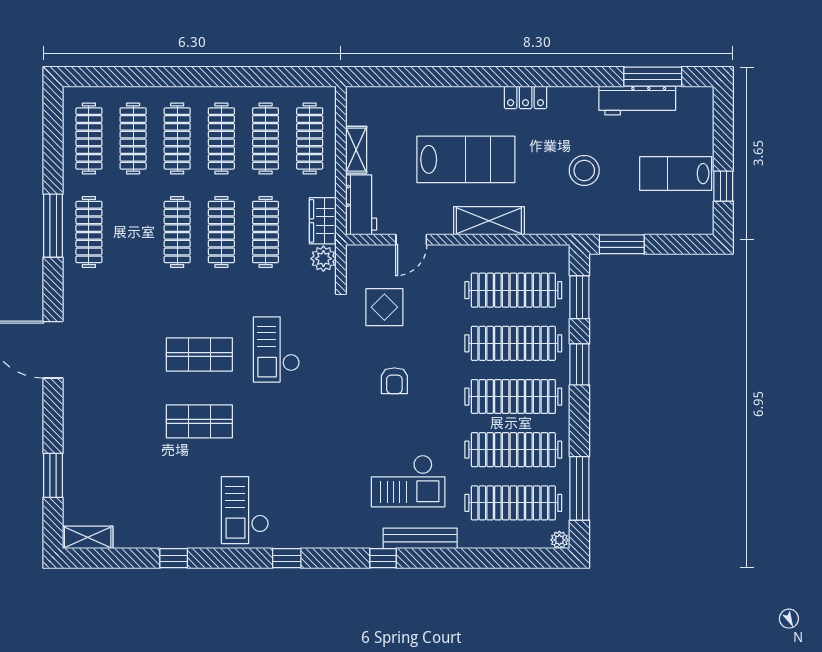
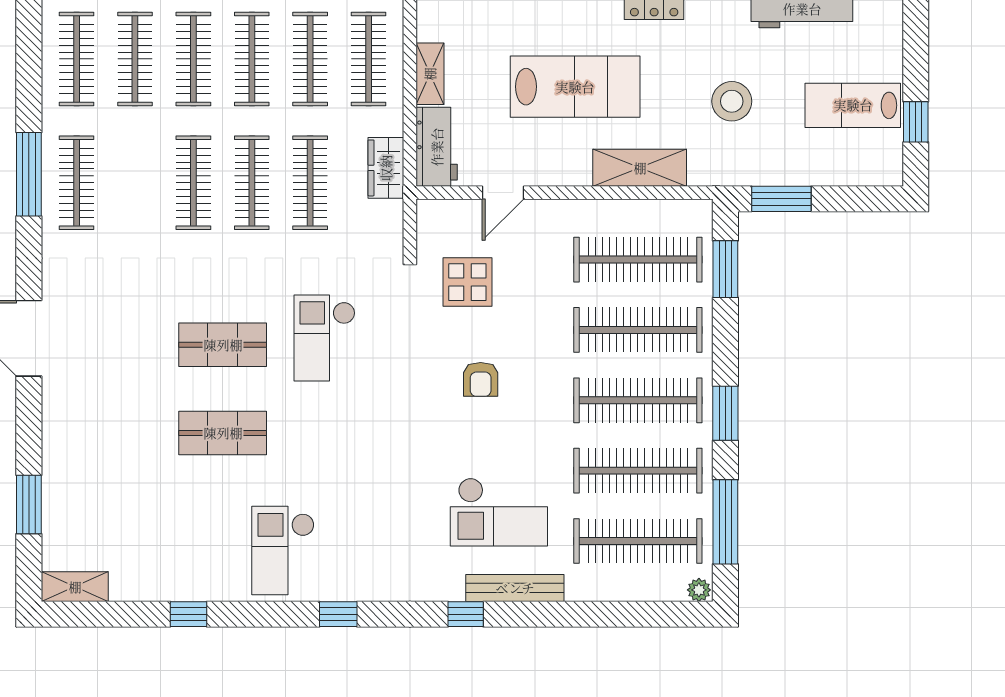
shelving: (489, 221) -> (640, 168), moved
plant: (323, 259) -> (387, 218), removed
window: (579, 364) -> (725, 413), moved

